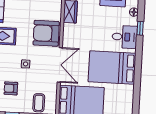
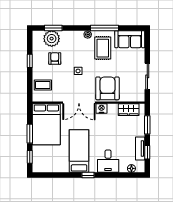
window: (140, 28) -> (88, 175), moved
nightstand: (68, 41) -> (101, 109), added
bed: (112, 68) -> (79, 151), width x0.67

